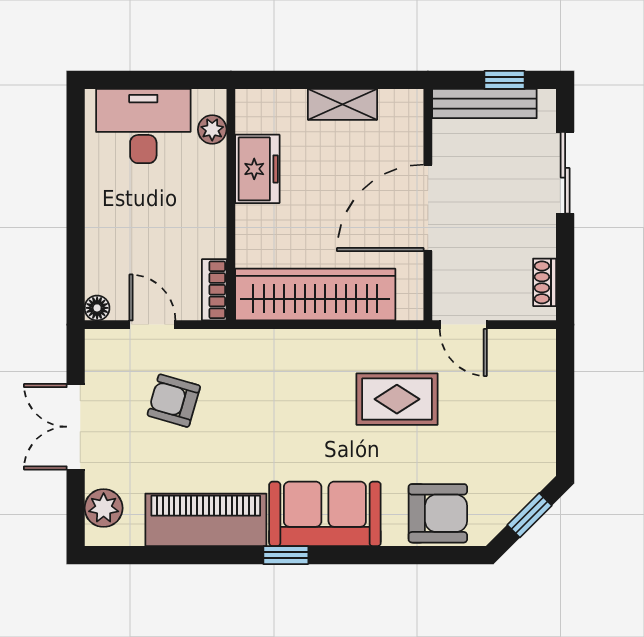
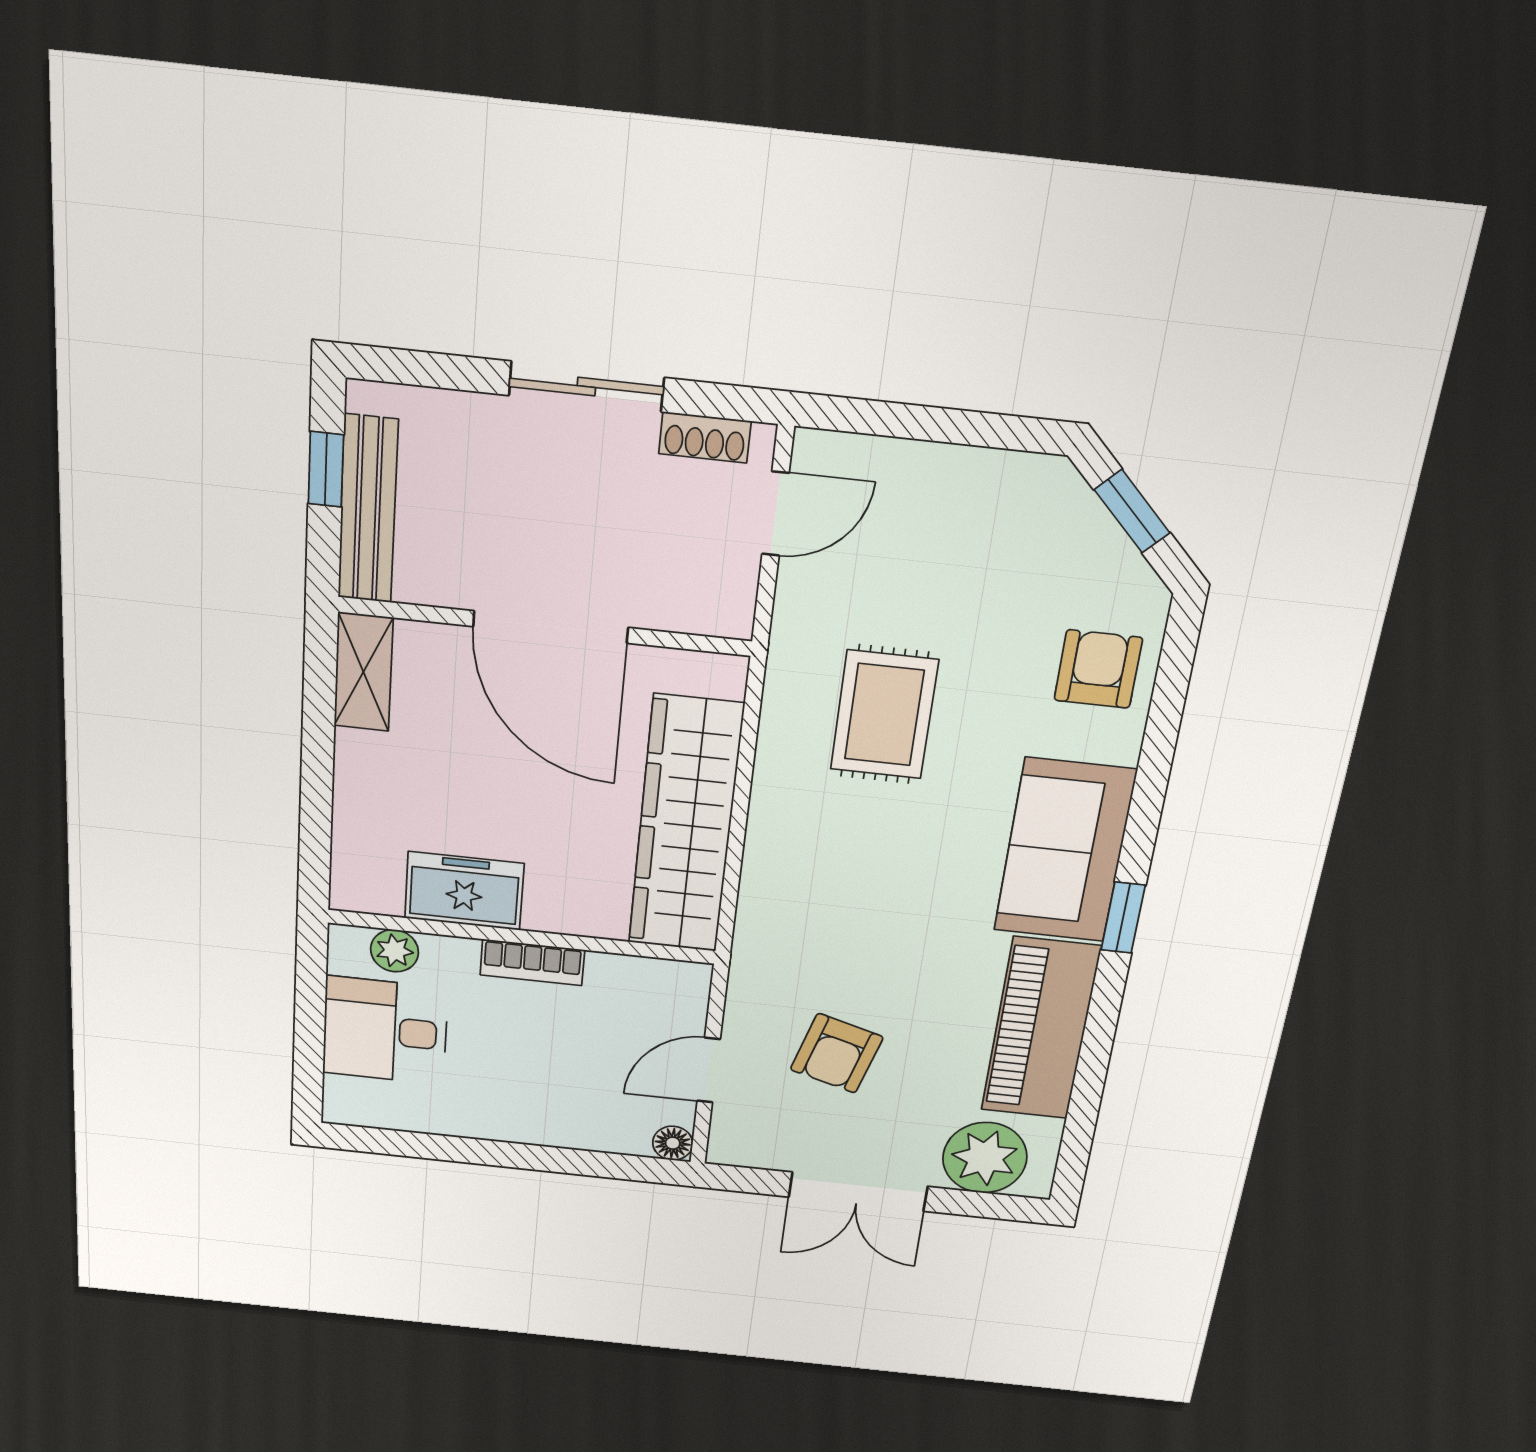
shelving: (342, 104) -> (363, 672), moved
desk: (143, 126) -> (385, 1031), width x0.73
sliding door: (565, 173) -> (586, 387), moved
bookcase: (214, 290) -> (532, 962), moved
door: (463, 325) -> (775, 514), moved
plant: (104, 508) -> (985, 1158), width x1.36, depth x1.36
armchair: (438, 513) -> (1098, 669), width x0.72, depth x0.72

